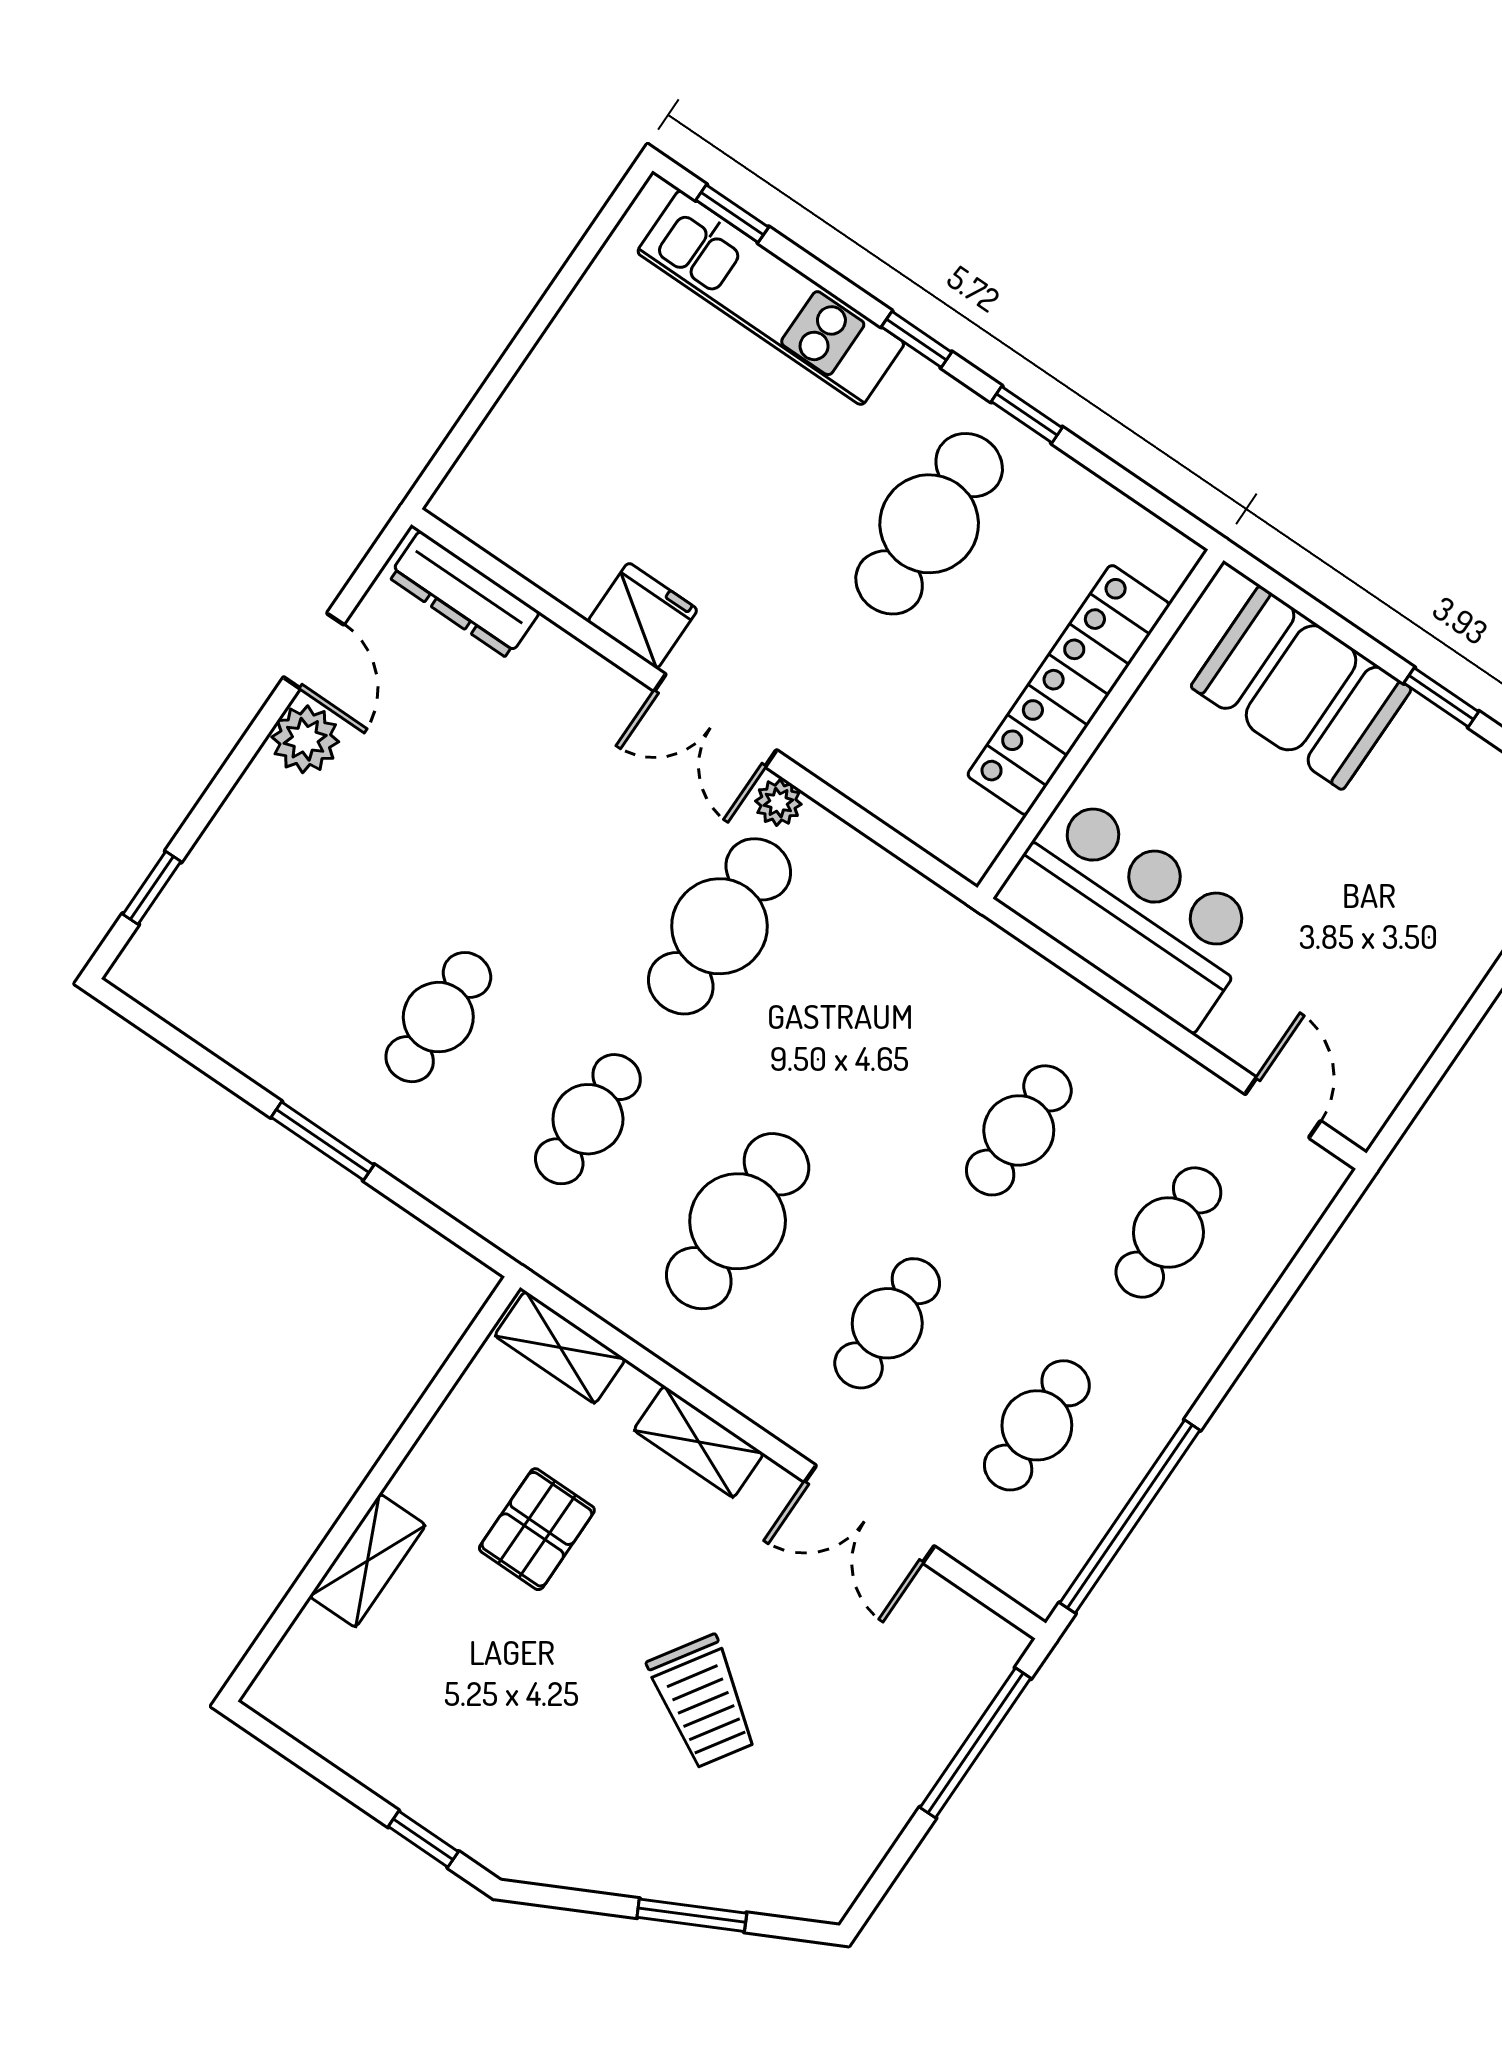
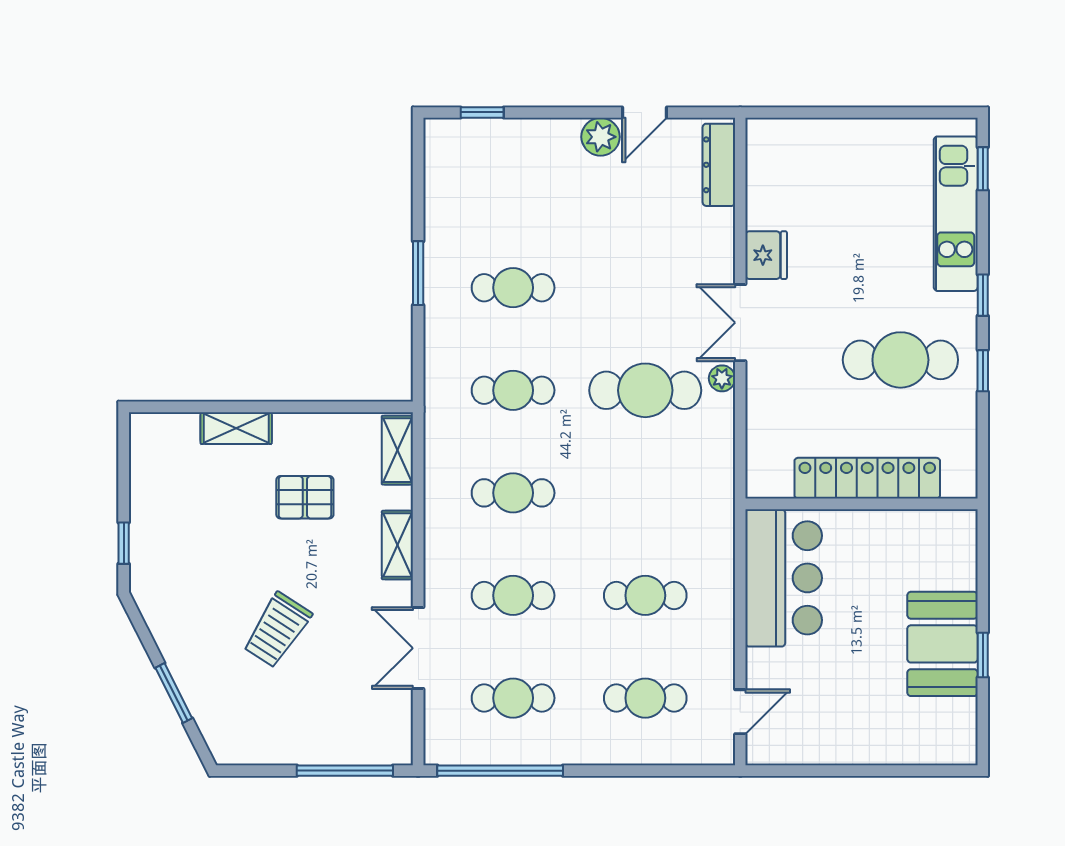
booth: (1301, 688) -> (942, 644), moved
cafe table: (738, 1221) -> (513, 493), width x0.73, depth x0.74

